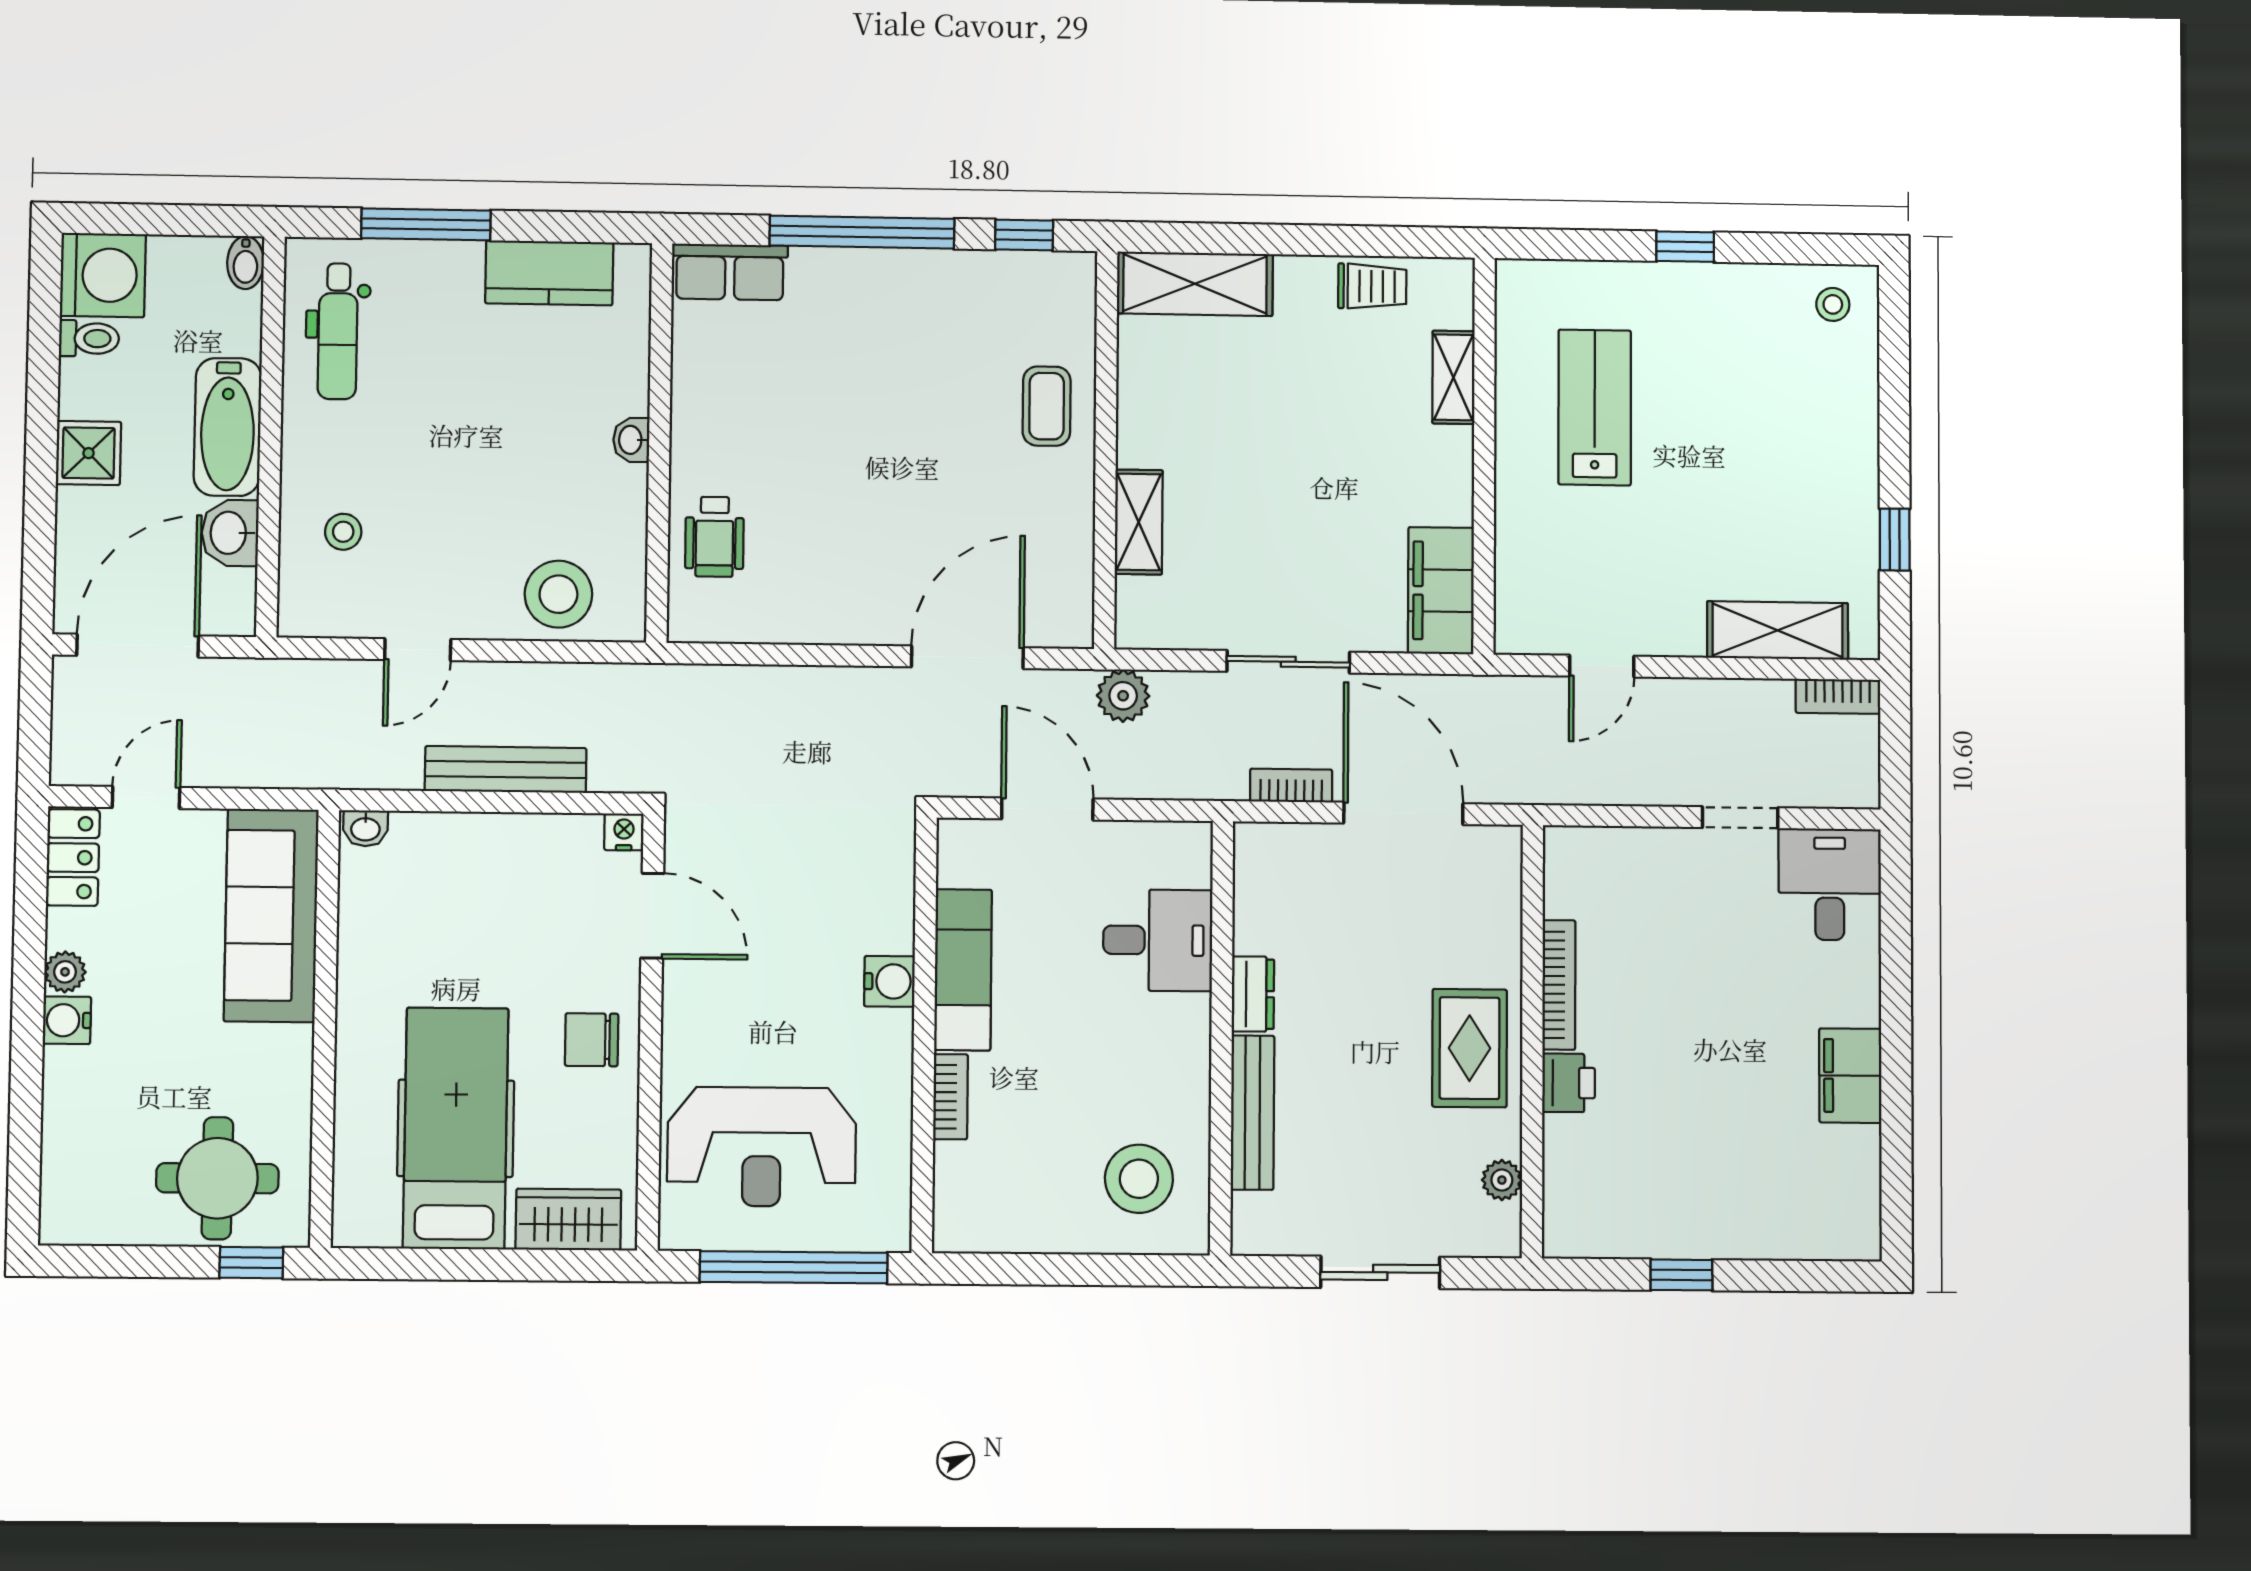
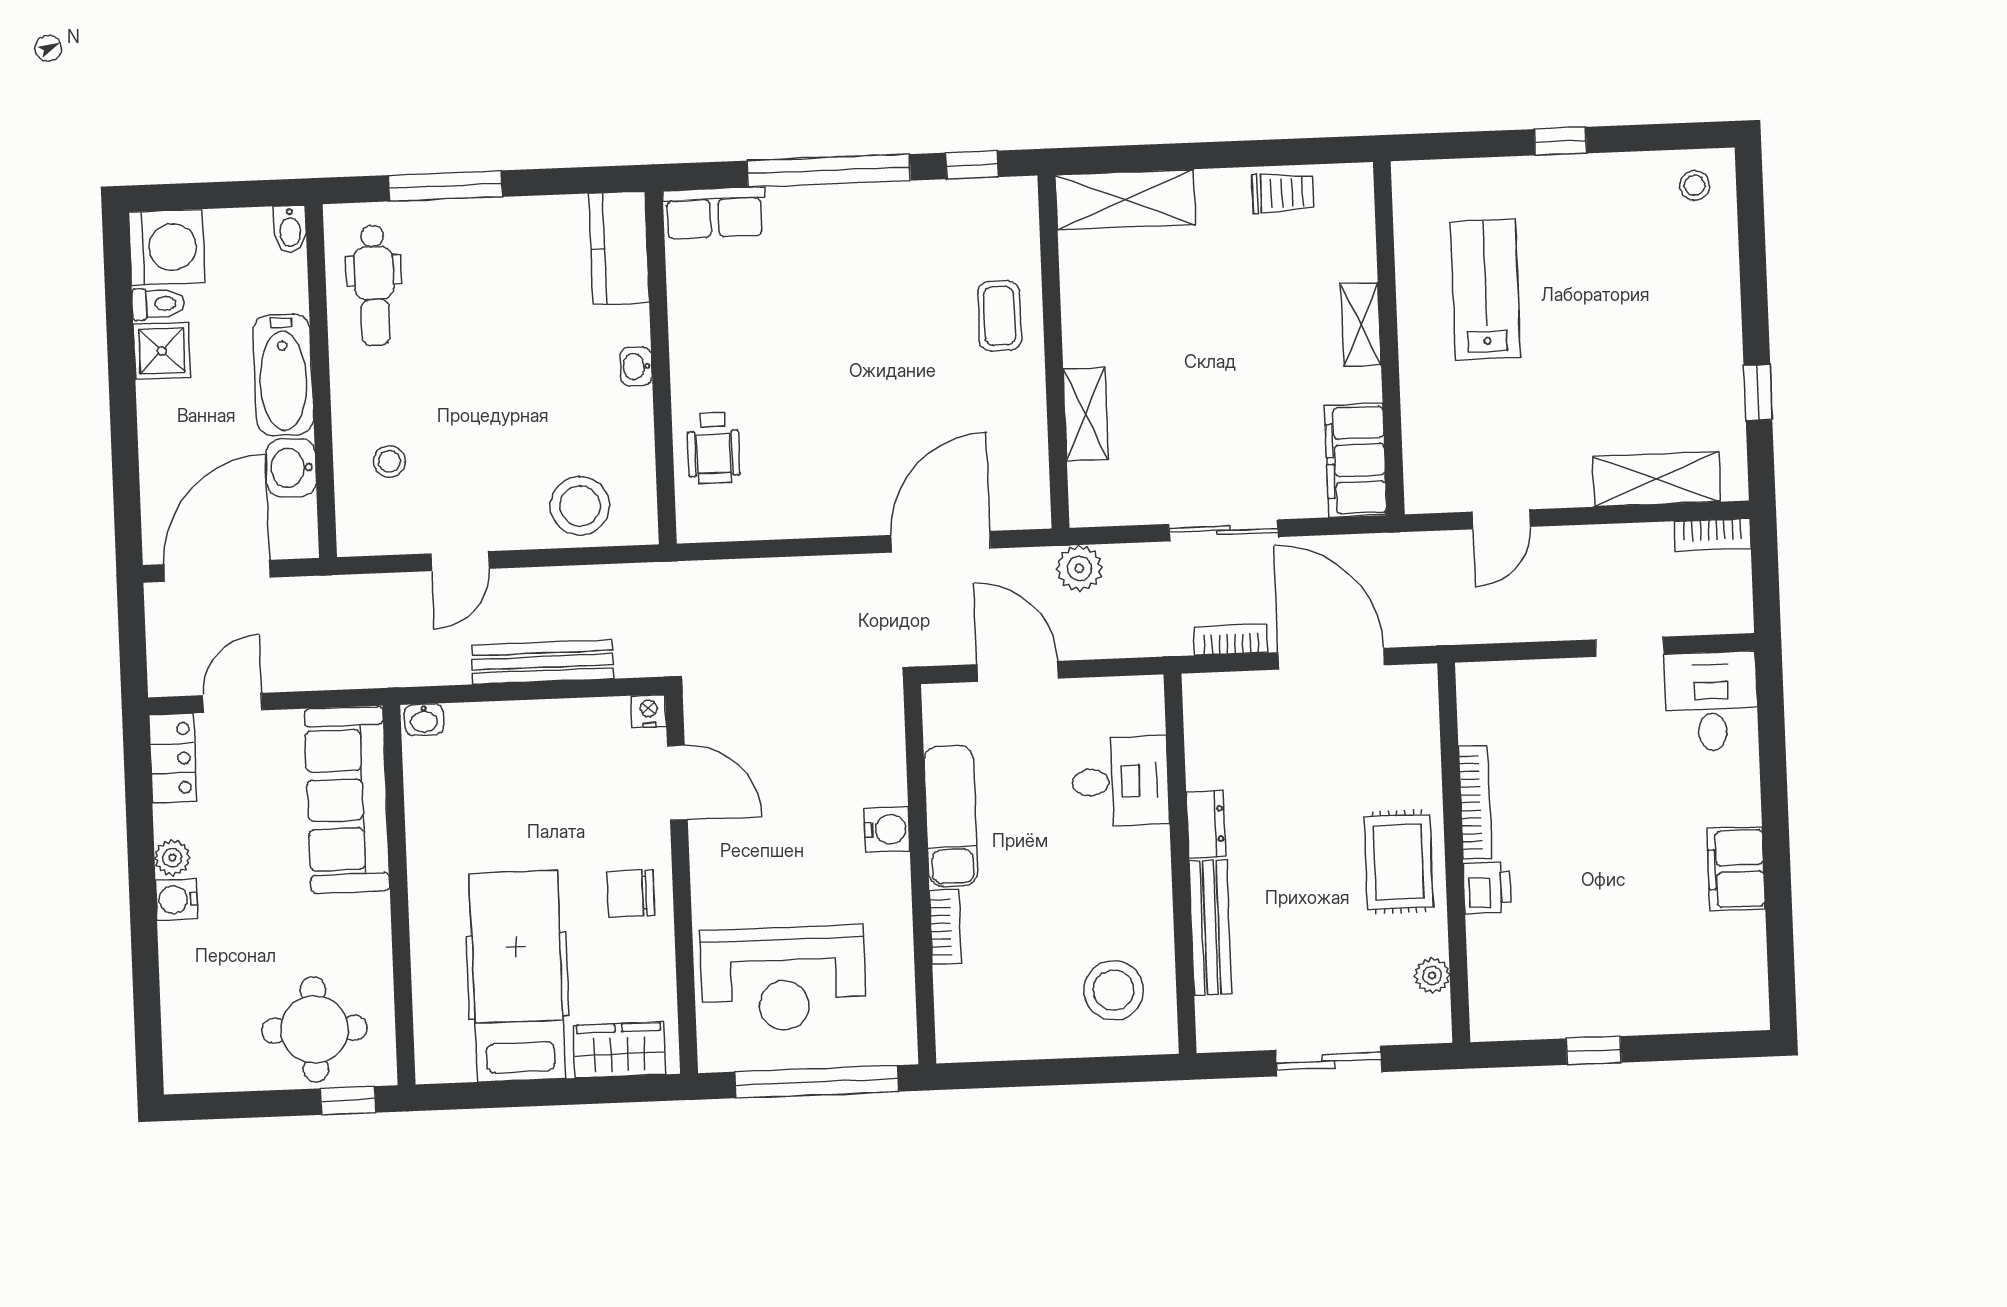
kitchen counter: (549, 273) -> (619, 248), moved, turned 90
shelving: (1453, 377) -> (1361, 325), moved
shower: (89, 453) -> (162, 351), moved

